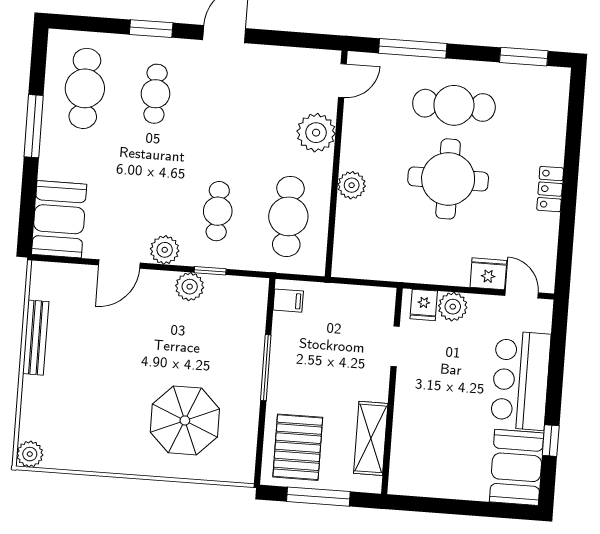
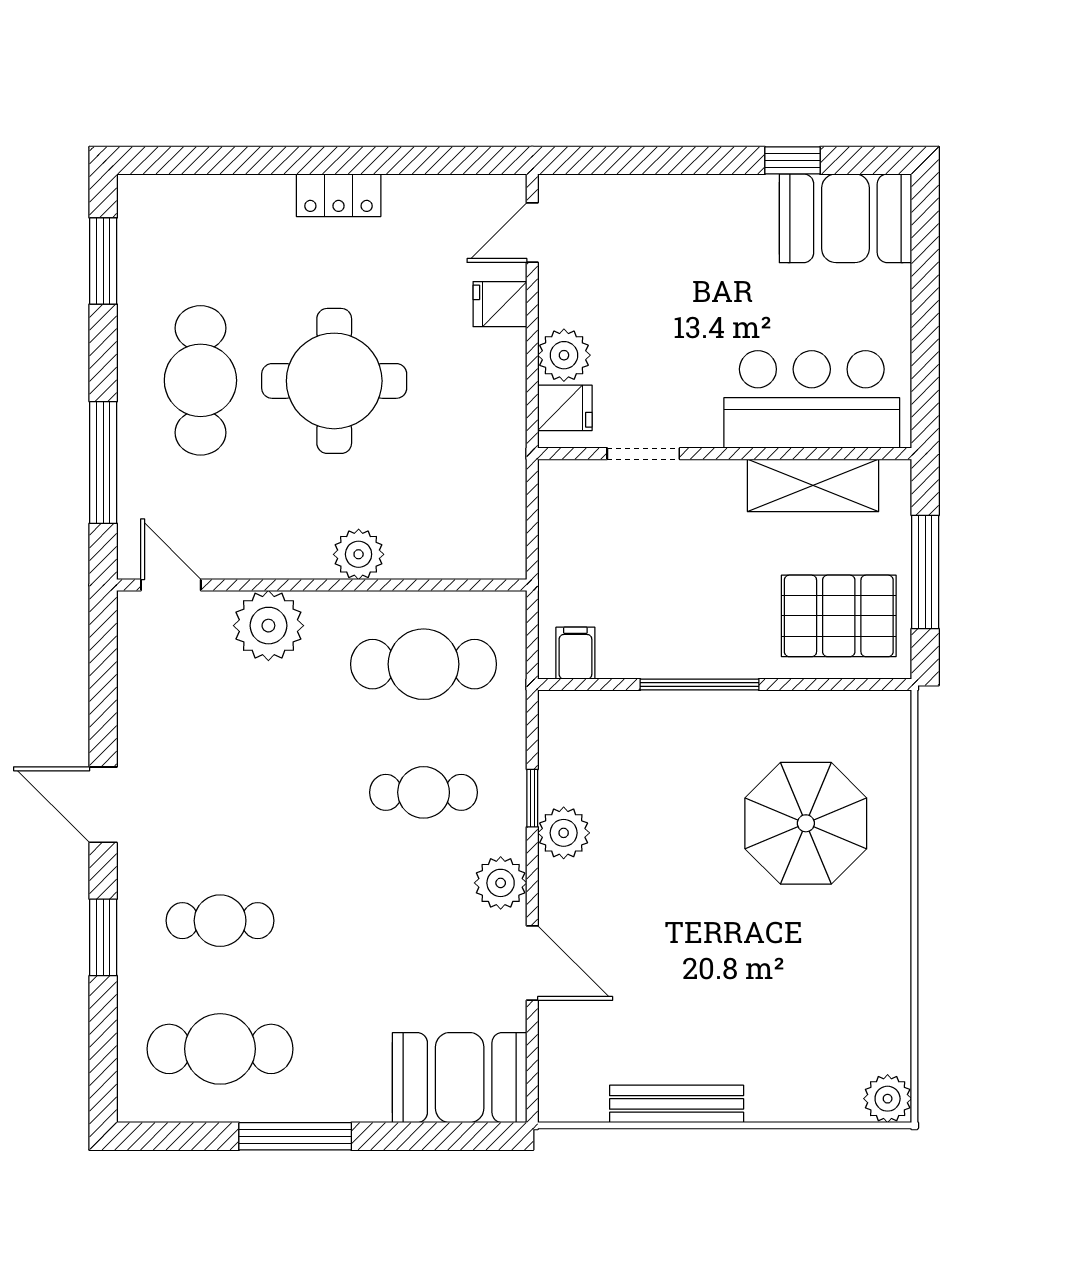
fridge: (488, 274) -> (500, 304), width x0.72
bar counter: (521, 380) -> (812, 399), moved, turned 180

